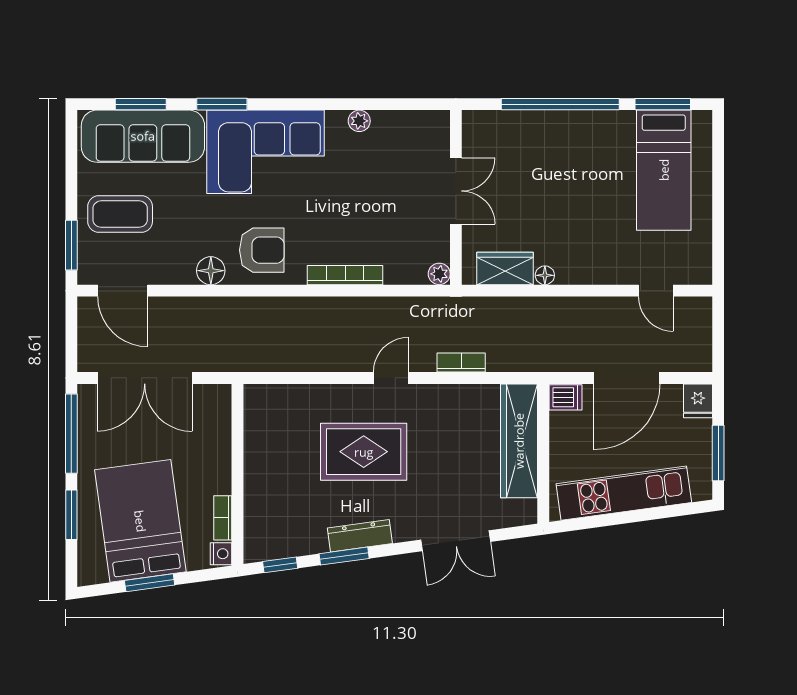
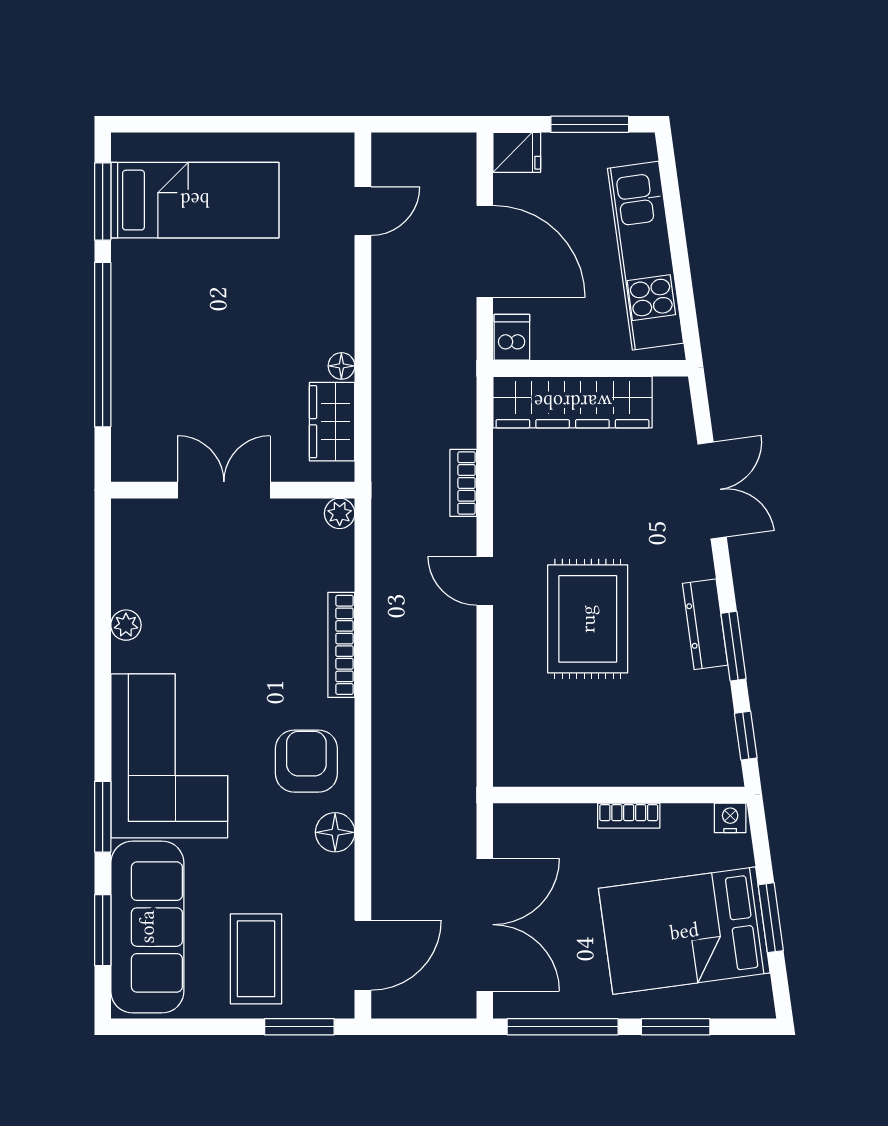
bookcase: (223, 518) -> (629, 816), moved

